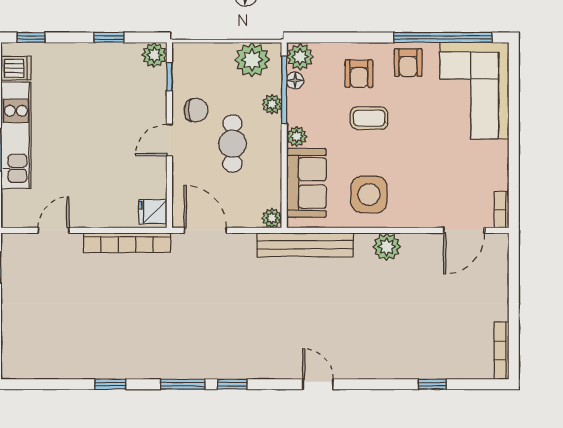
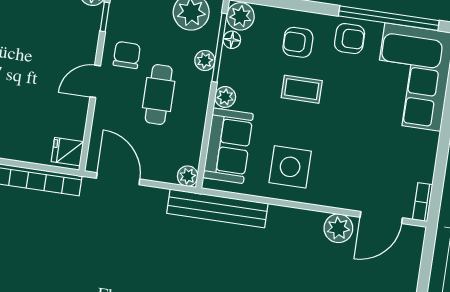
armchair: (408, 63) -> (350, 39), turned -90
armchair: (359, 74) -> (298, 42), turned 90
chair: (196, 110) -> (127, 55), turned -90
plant: (387, 247) -> (338, 228), moved

